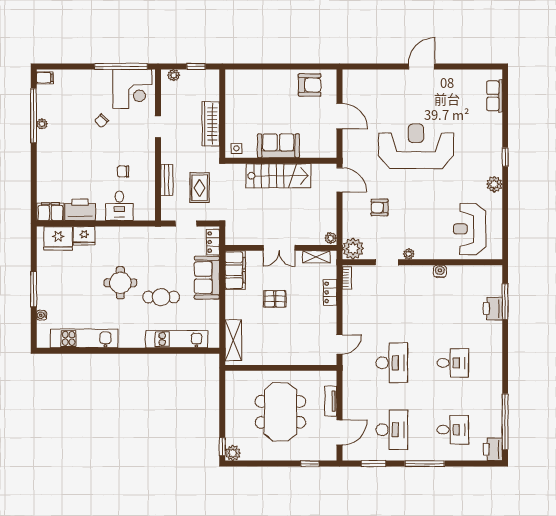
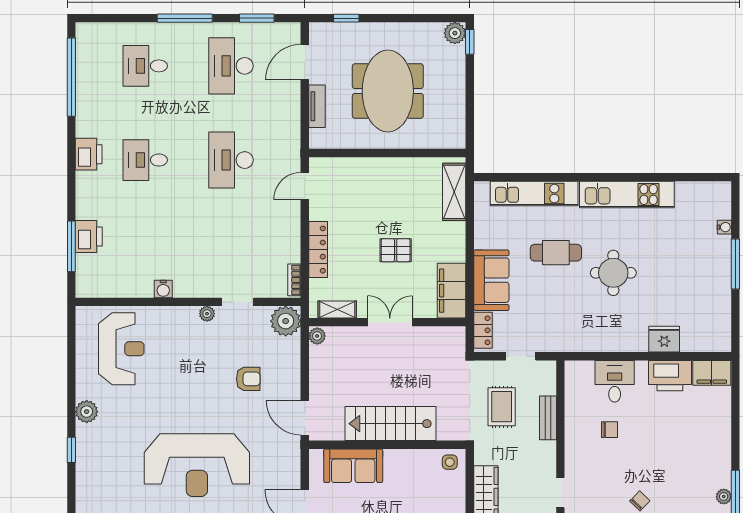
sofa: (278, 146) -> (353, 466), moved
fridge: (58, 238) -> (701, 335), removed
locker: (330, 292) -> (318, 250), width x1.53
kitchen unit: (84, 338) -> (627, 194), moved
printer: (493, 449) -> (89, 154), moved

